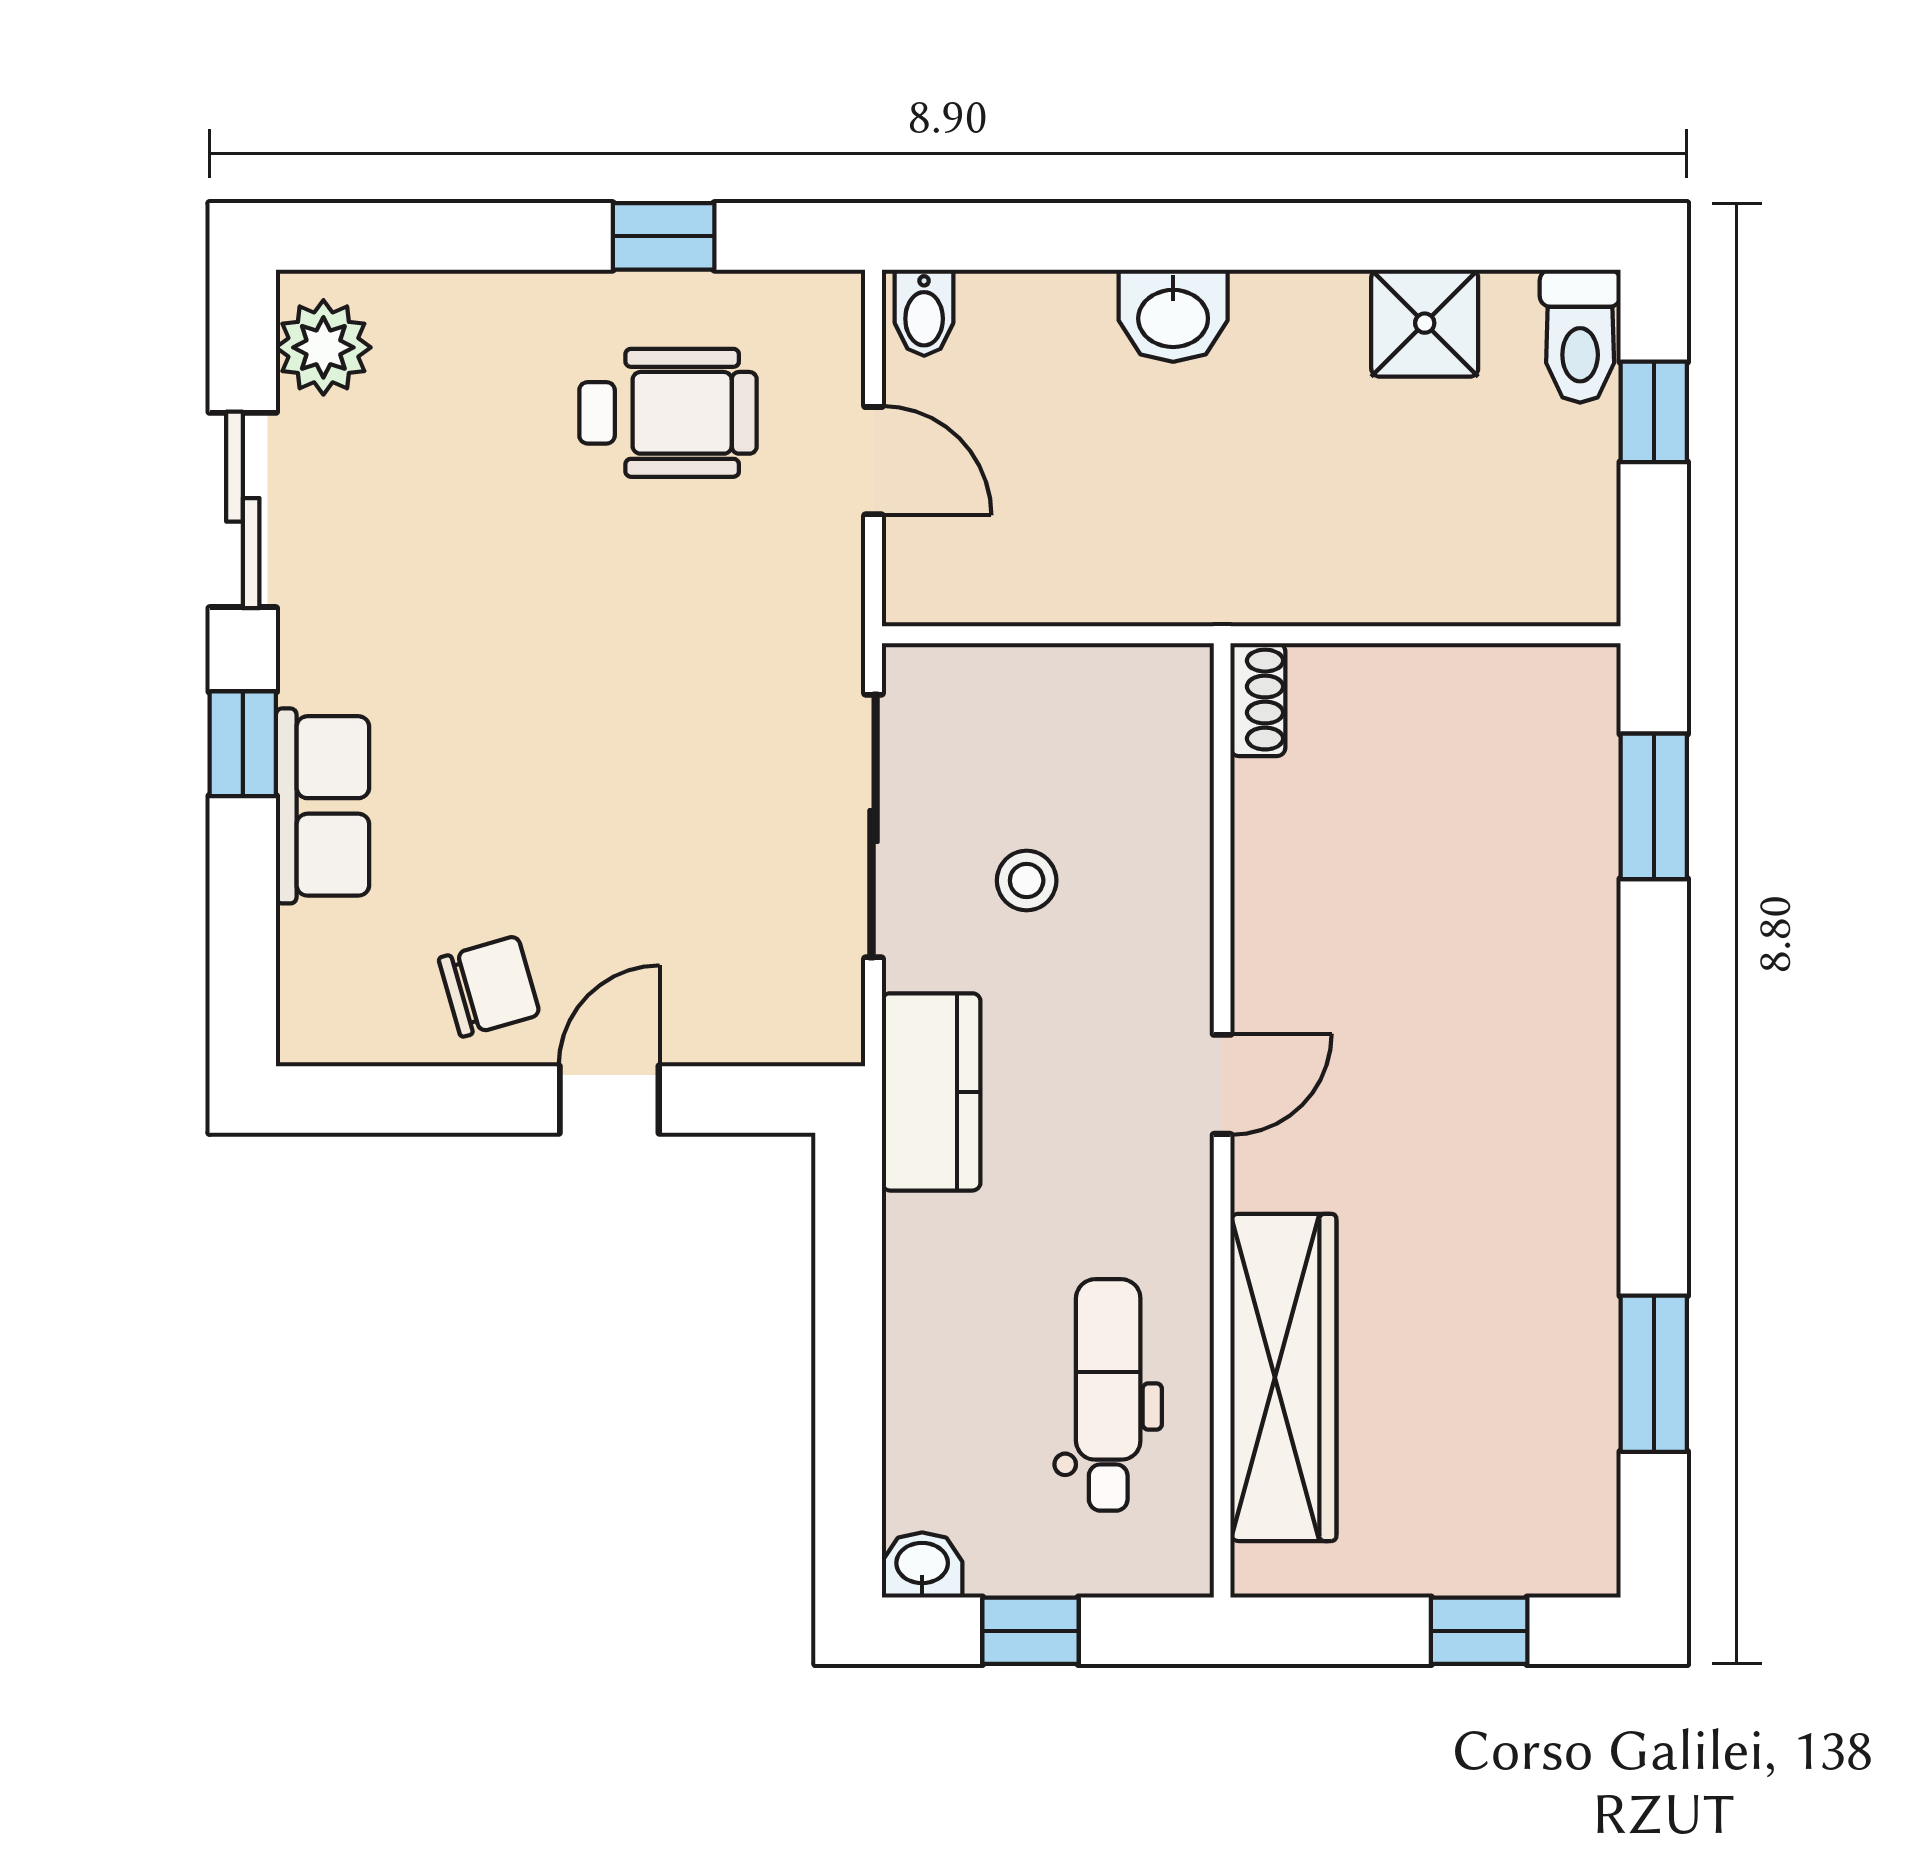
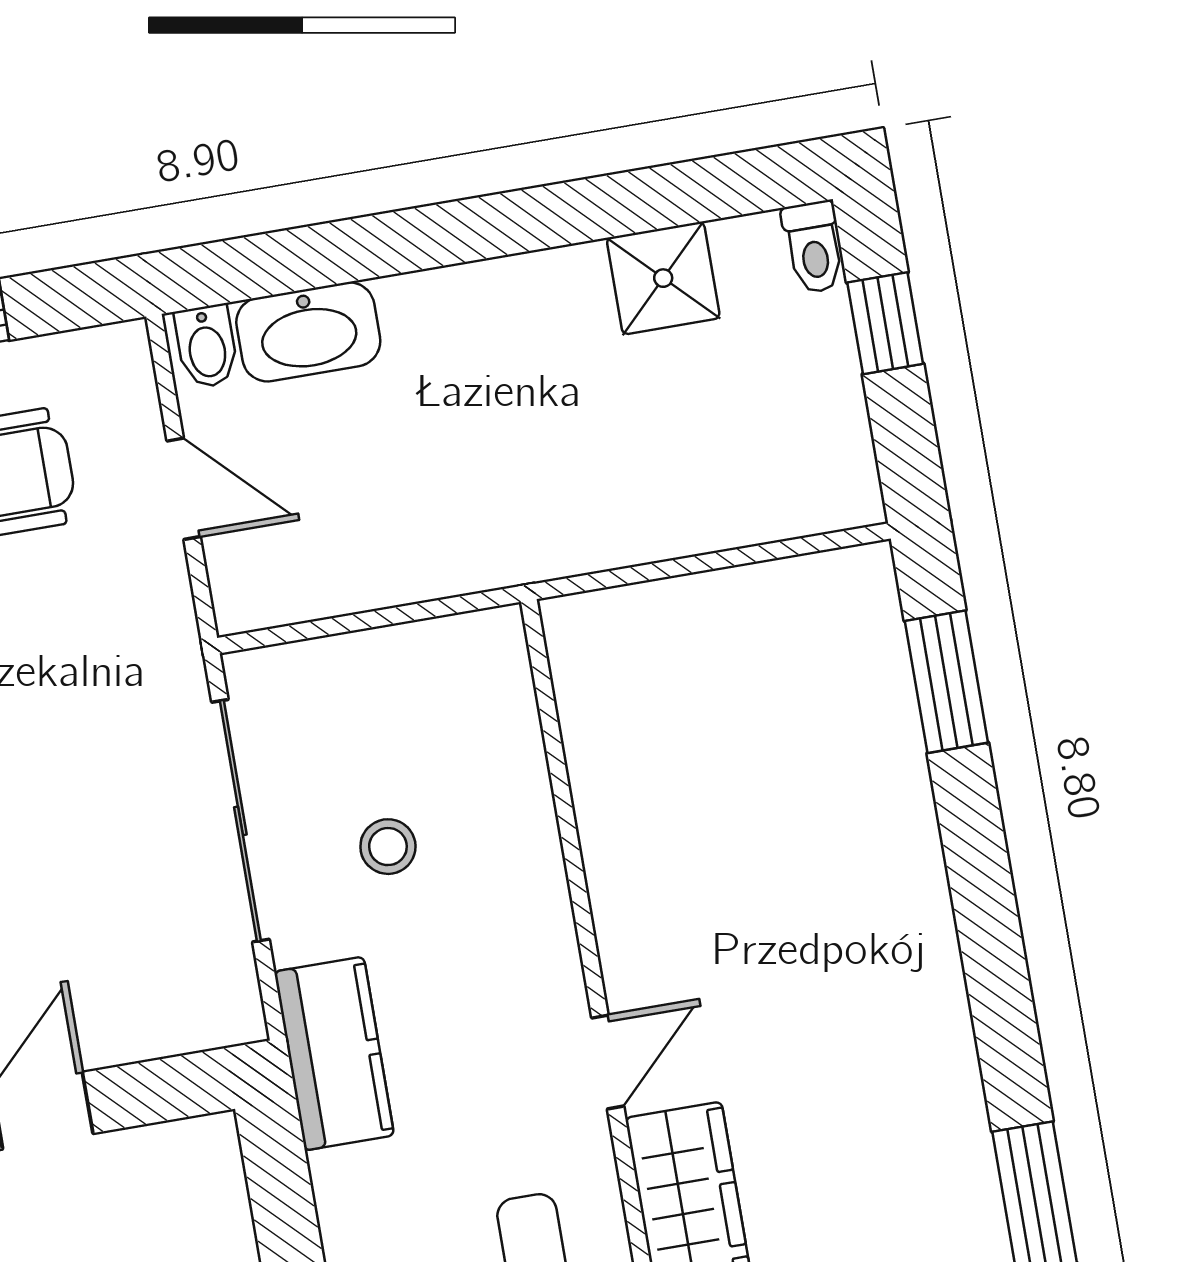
washbasin: (1173, 316) -> (308, 332), moved, width x1.38
toilet: (1580, 336) -> (814, 247), width x0.73, depth x0.72
shoe rack: (1258, 700) -> (570, 646), removed
door: (1222, 1084) -> (608, 1062), moved

